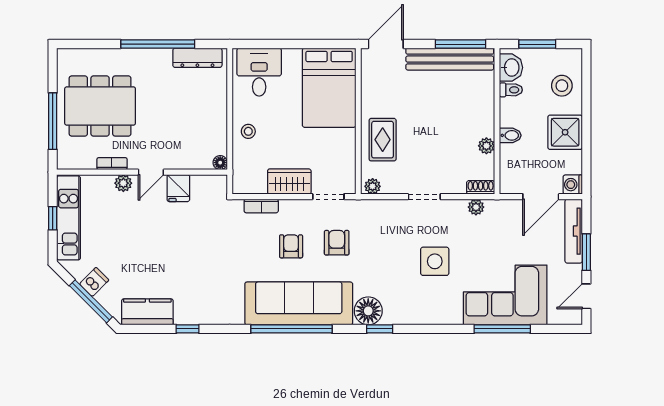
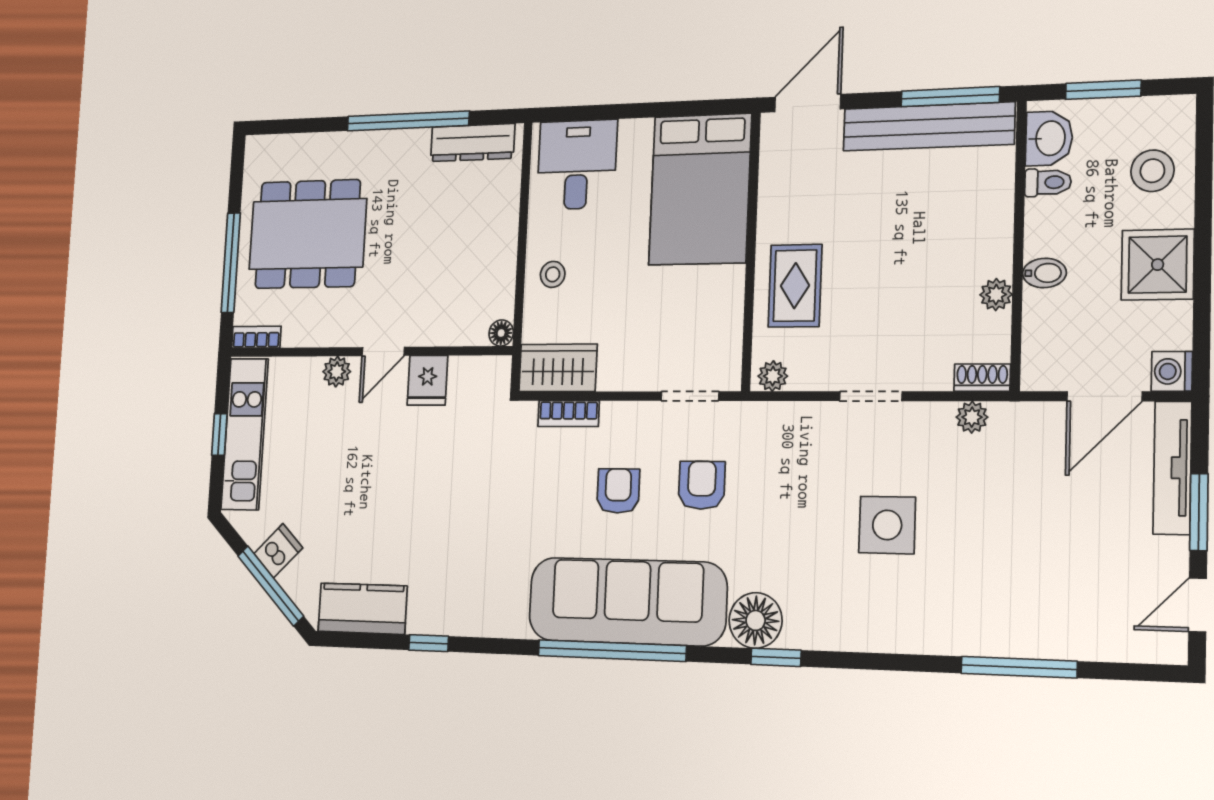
bookcase: (112, 164) -> (256, 337), moved
wardrobe: (289, 182) -> (558, 368), moved
corner sofa: (505, 295) -> (1026, 597), removed

